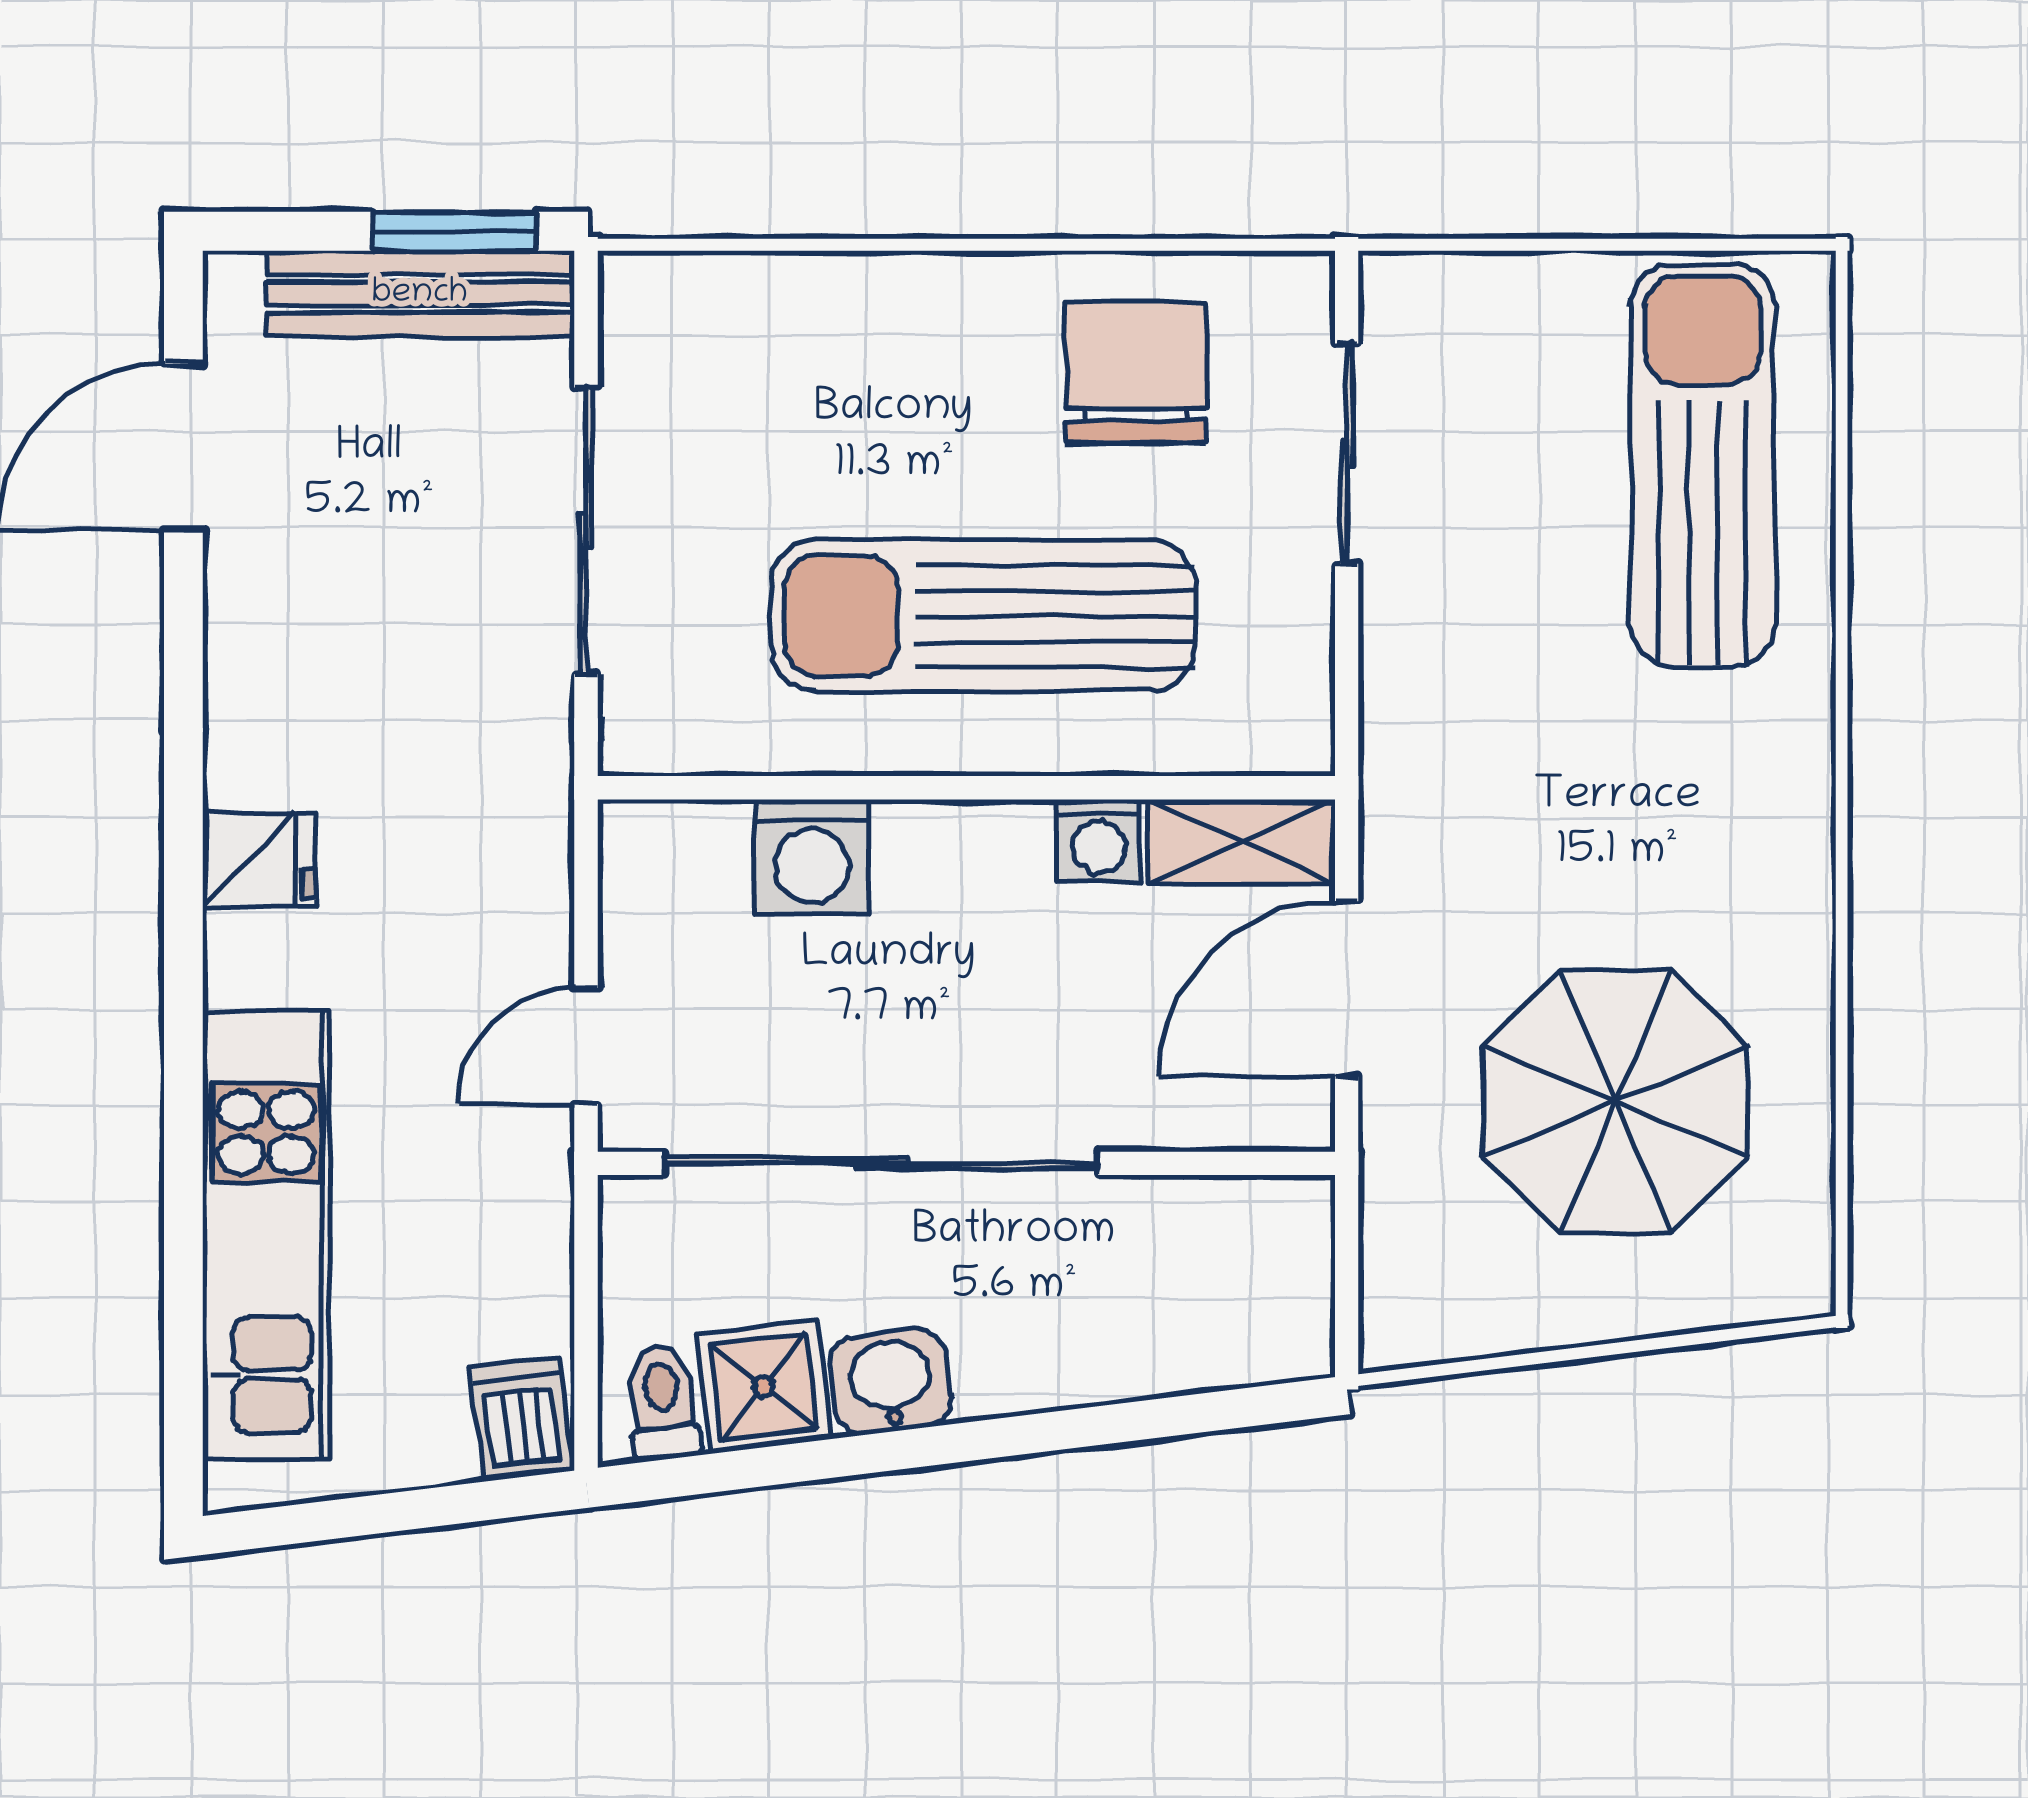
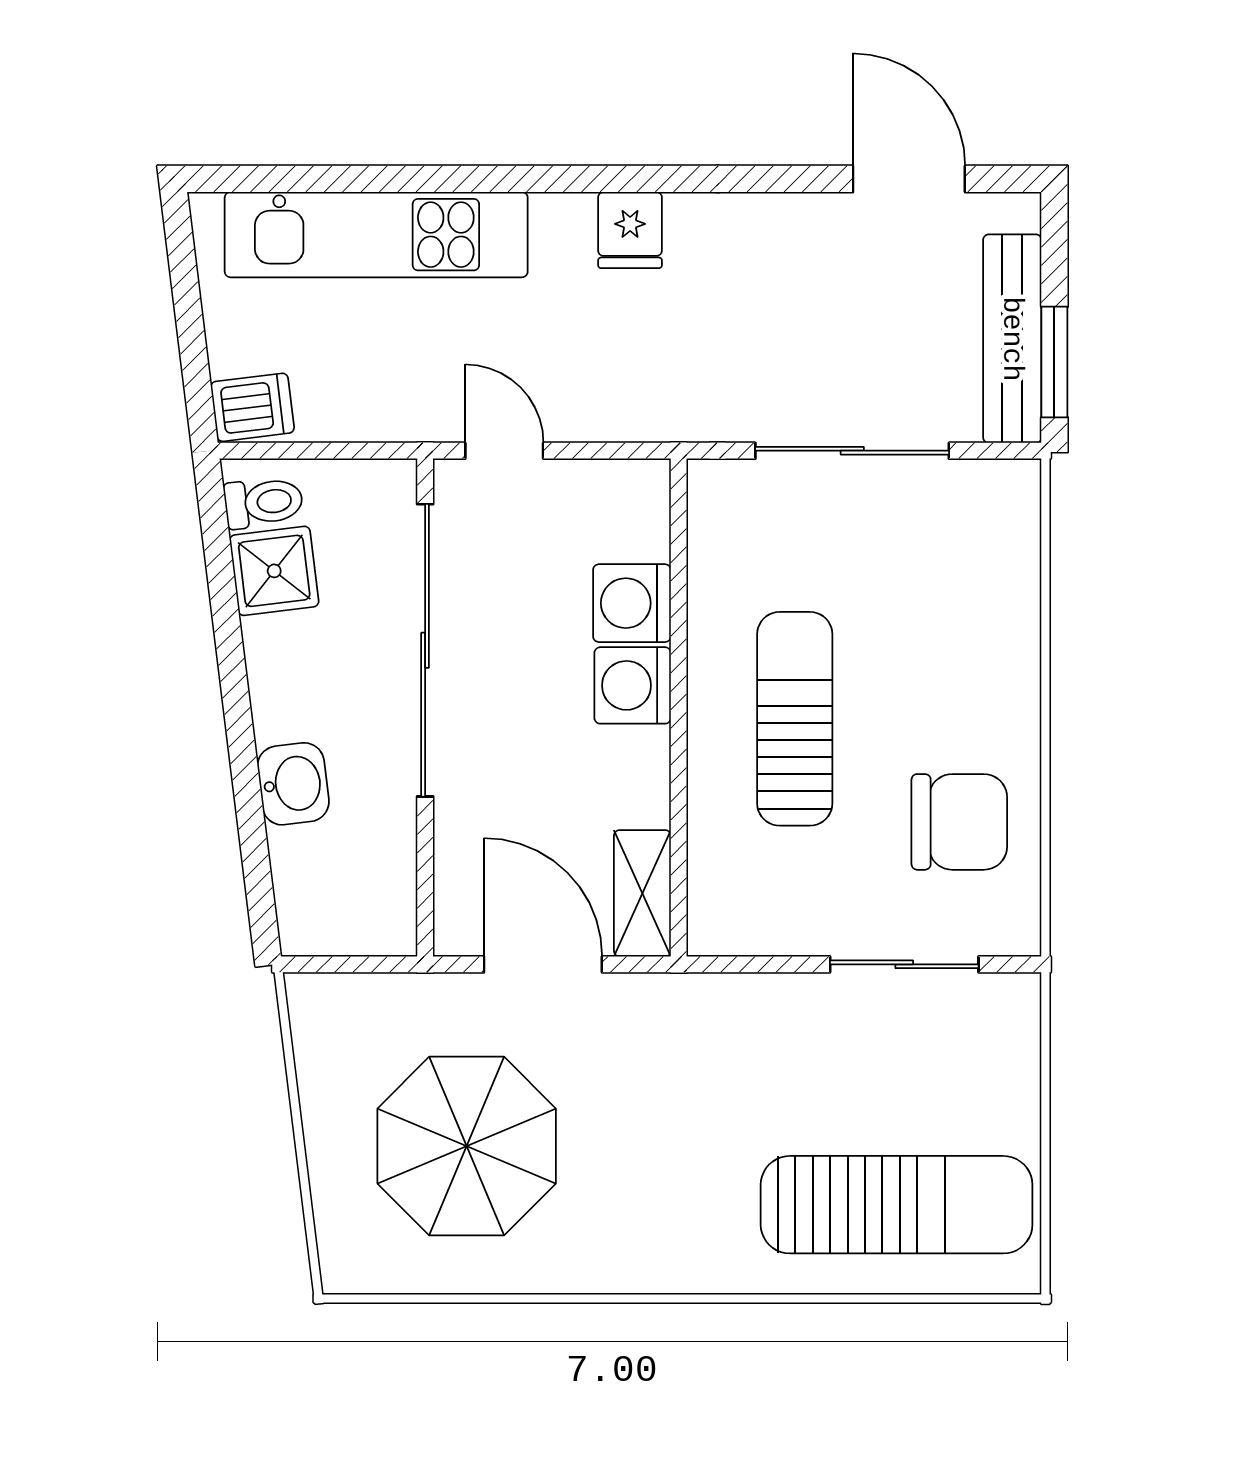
sun lounger: (983, 616) -> (795, 719), width x0.73, depth x0.75
washing machine: (1099, 840) -> (633, 685), moved, width x1.38, depth x1.38
washbasin: (891, 1382) -> (293, 784), moved

